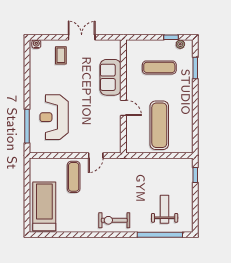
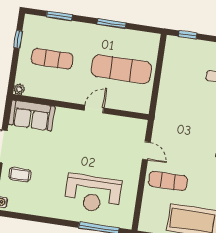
plant: (180, 44) -> (19, 89), moved
exercise mat: (159, 67) -> (52, 59), turned 90
sofa: (111, 77) -> (32, 115), moved
window: (195, 112) -> (111, 24), added

